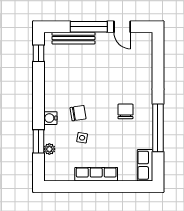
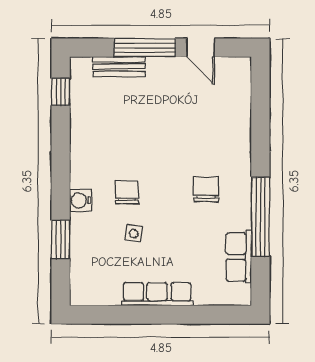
bench: (73, 38) -> (119, 67), width x0.73
chair: (78, 113) -> (127, 192), turned -81
plant: (49, 149) -> (79, 252), removed
row of seats: (145, 165) -> (239, 257), moved

